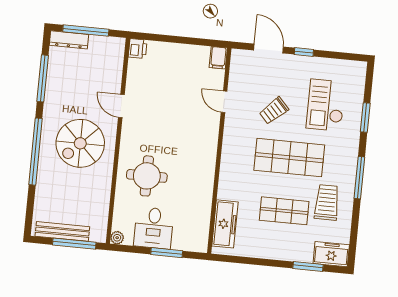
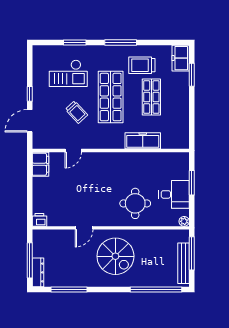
filing cabinet: (218, 58) -> (40, 164), width x2.00
window: (35, 152) -> (156, 290), moved
freezer: (225, 224) -> (143, 141), moved

